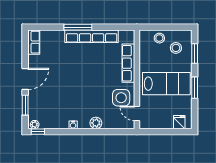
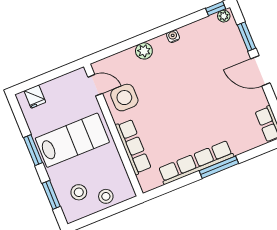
door: (25, 79) -> (260, 71), hinge flipped
lab bench: (166, 84) -> (72, 140), turned 180

